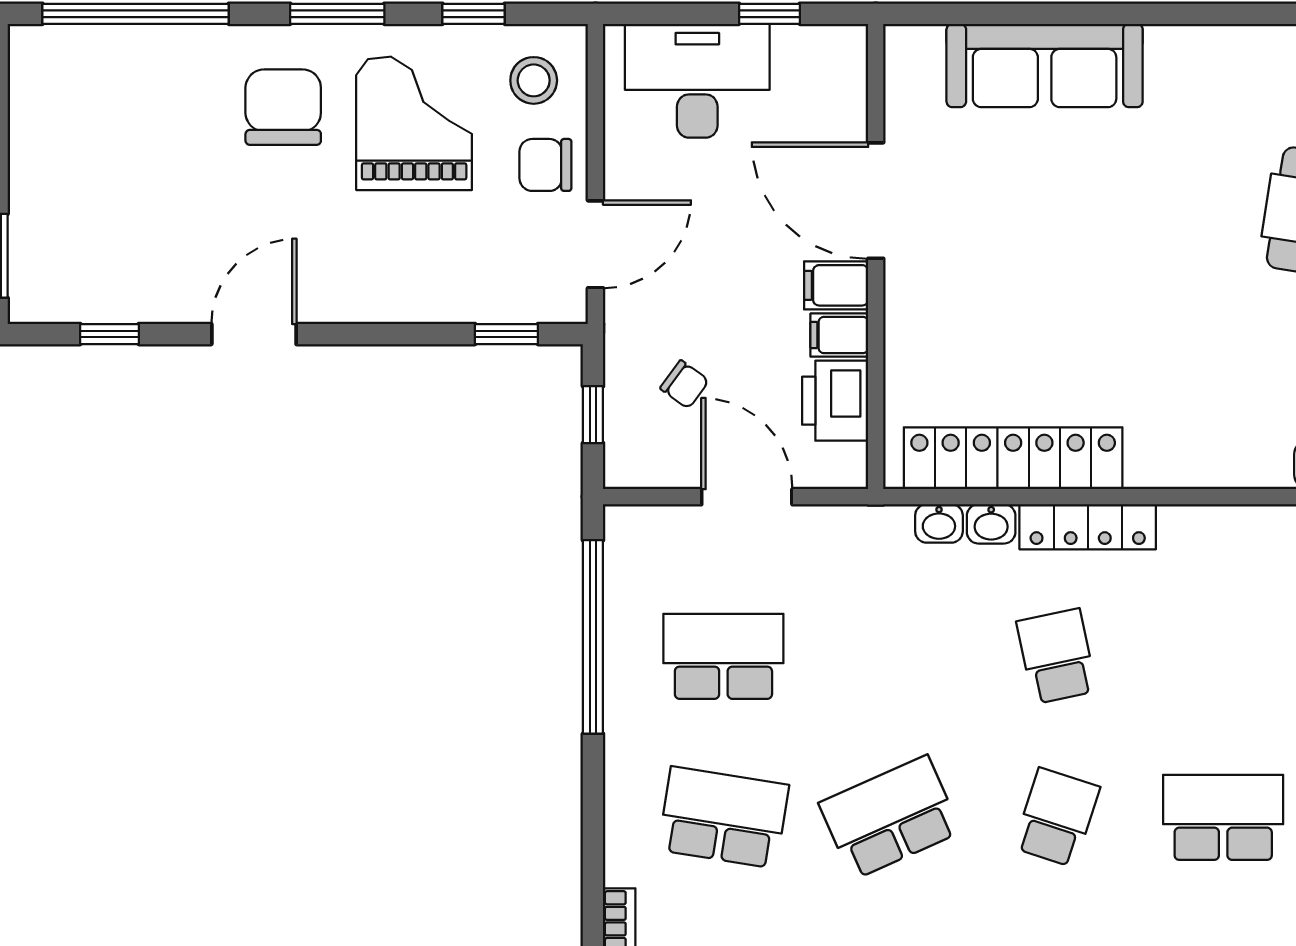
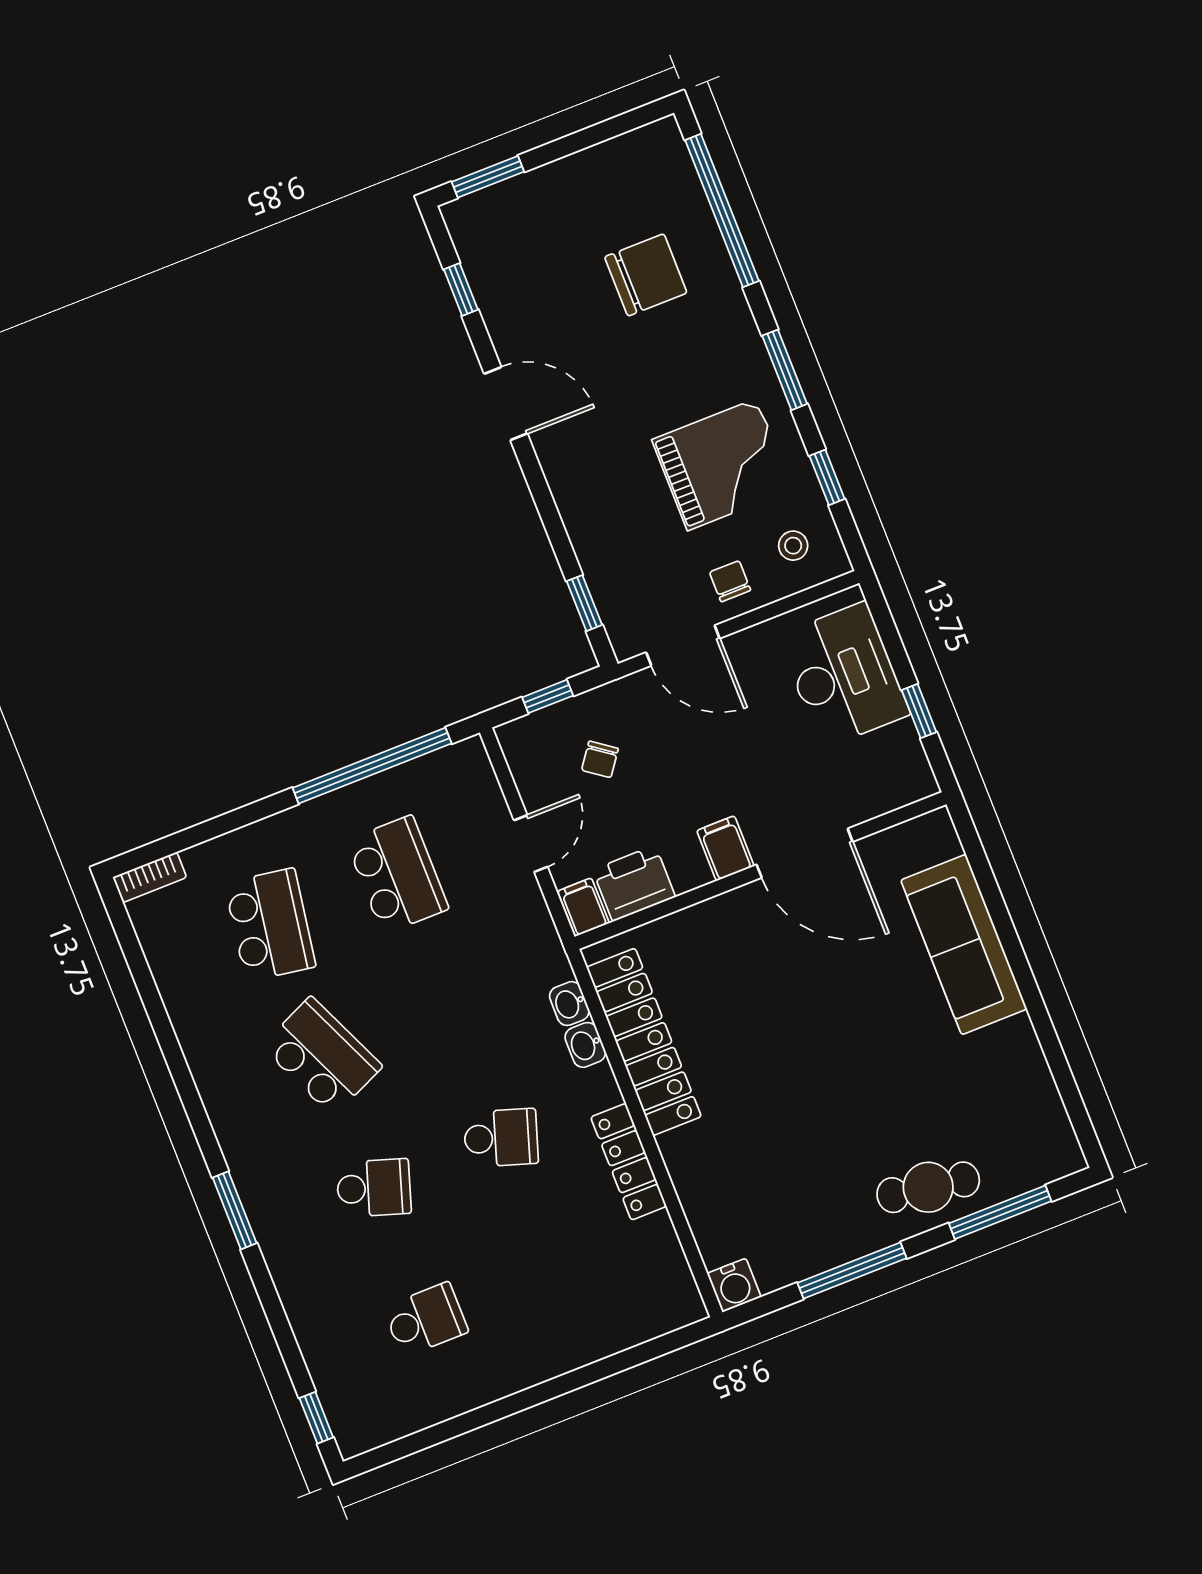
stool: (534, 80) -> (793, 546), width x0.73, depth x0.73
chair: (283, 107) -> (646, 275), moved
chair: (545, 165) -> (730, 581), width x0.73, depth x0.73
door: (876, 201) -> (805, 853), swing flipped
filing cabinet: (839, 335) -> (583, 907), moved
door: (747, 497) -> (531, 843), width x0.73
locker: (1088, 527) -> (629, 1162), moved
school desk: (1057, 656) -> (501, 1138), turned 30
school desk: (1223, 817) -> (426, 1320), width x0.54

